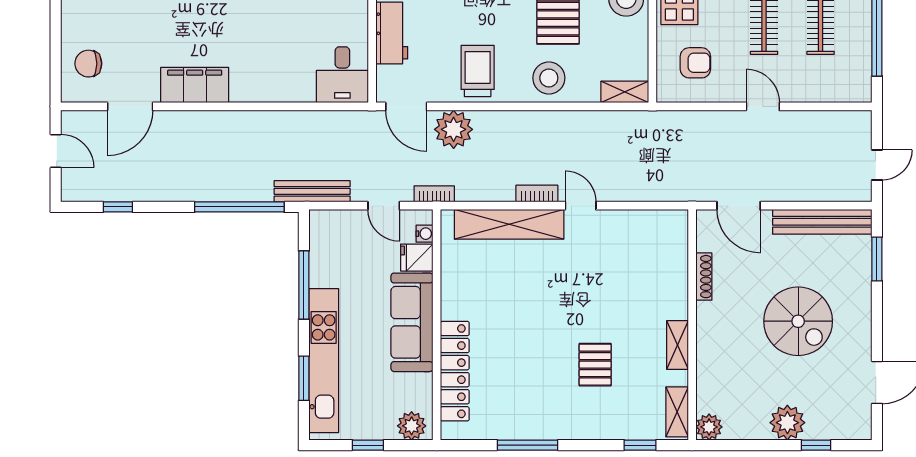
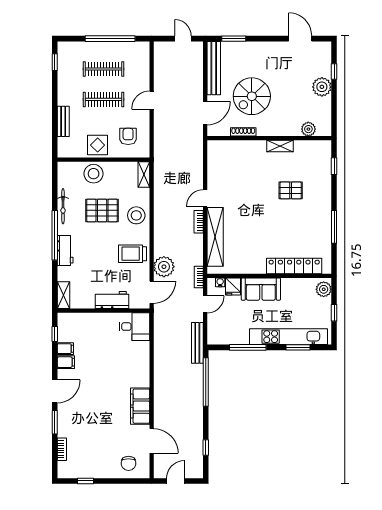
spiral stairs: (798, 321) -> (252, 96), moved, turned 180
sofa: (412, 322) -> (261, 289), width x0.73
shelving: (677, 412) -> (316, 146), removed
plant: (709, 427) -> (308, 129), moved

